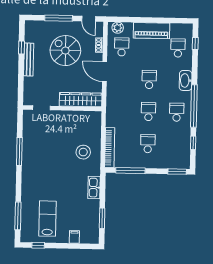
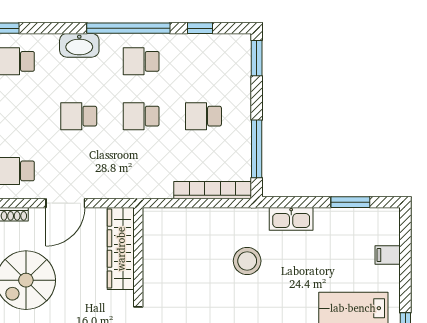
stool: (83, 152) -> (247, 261), moved

